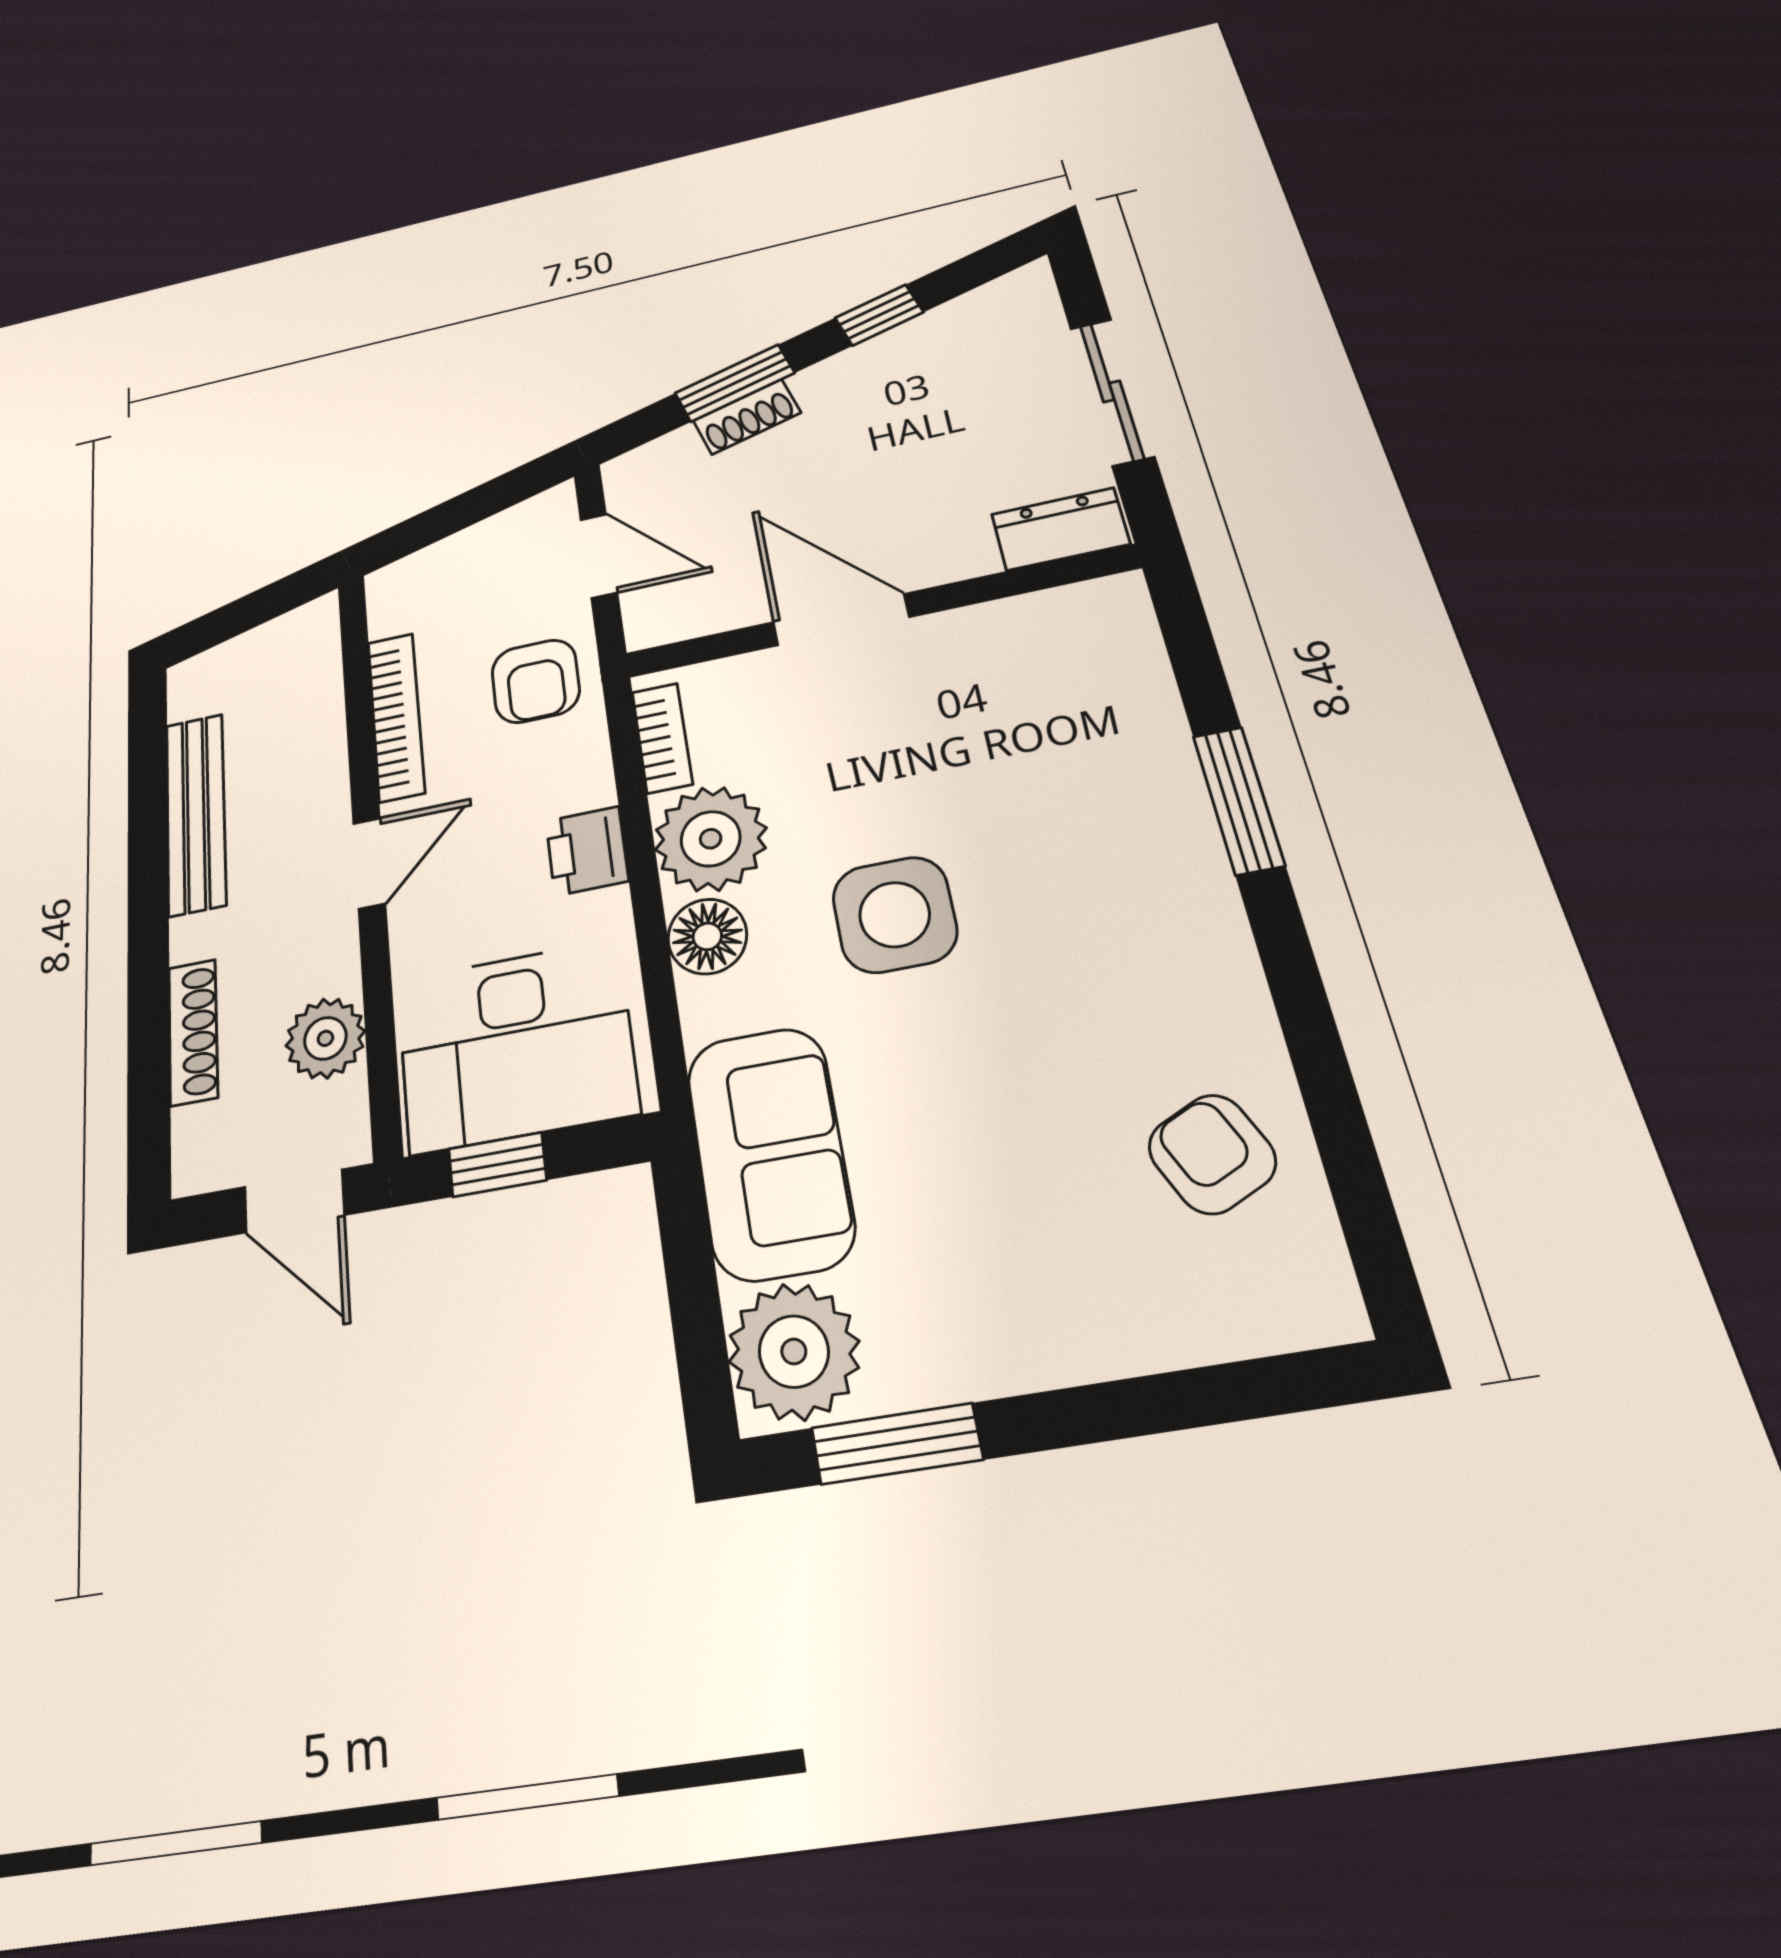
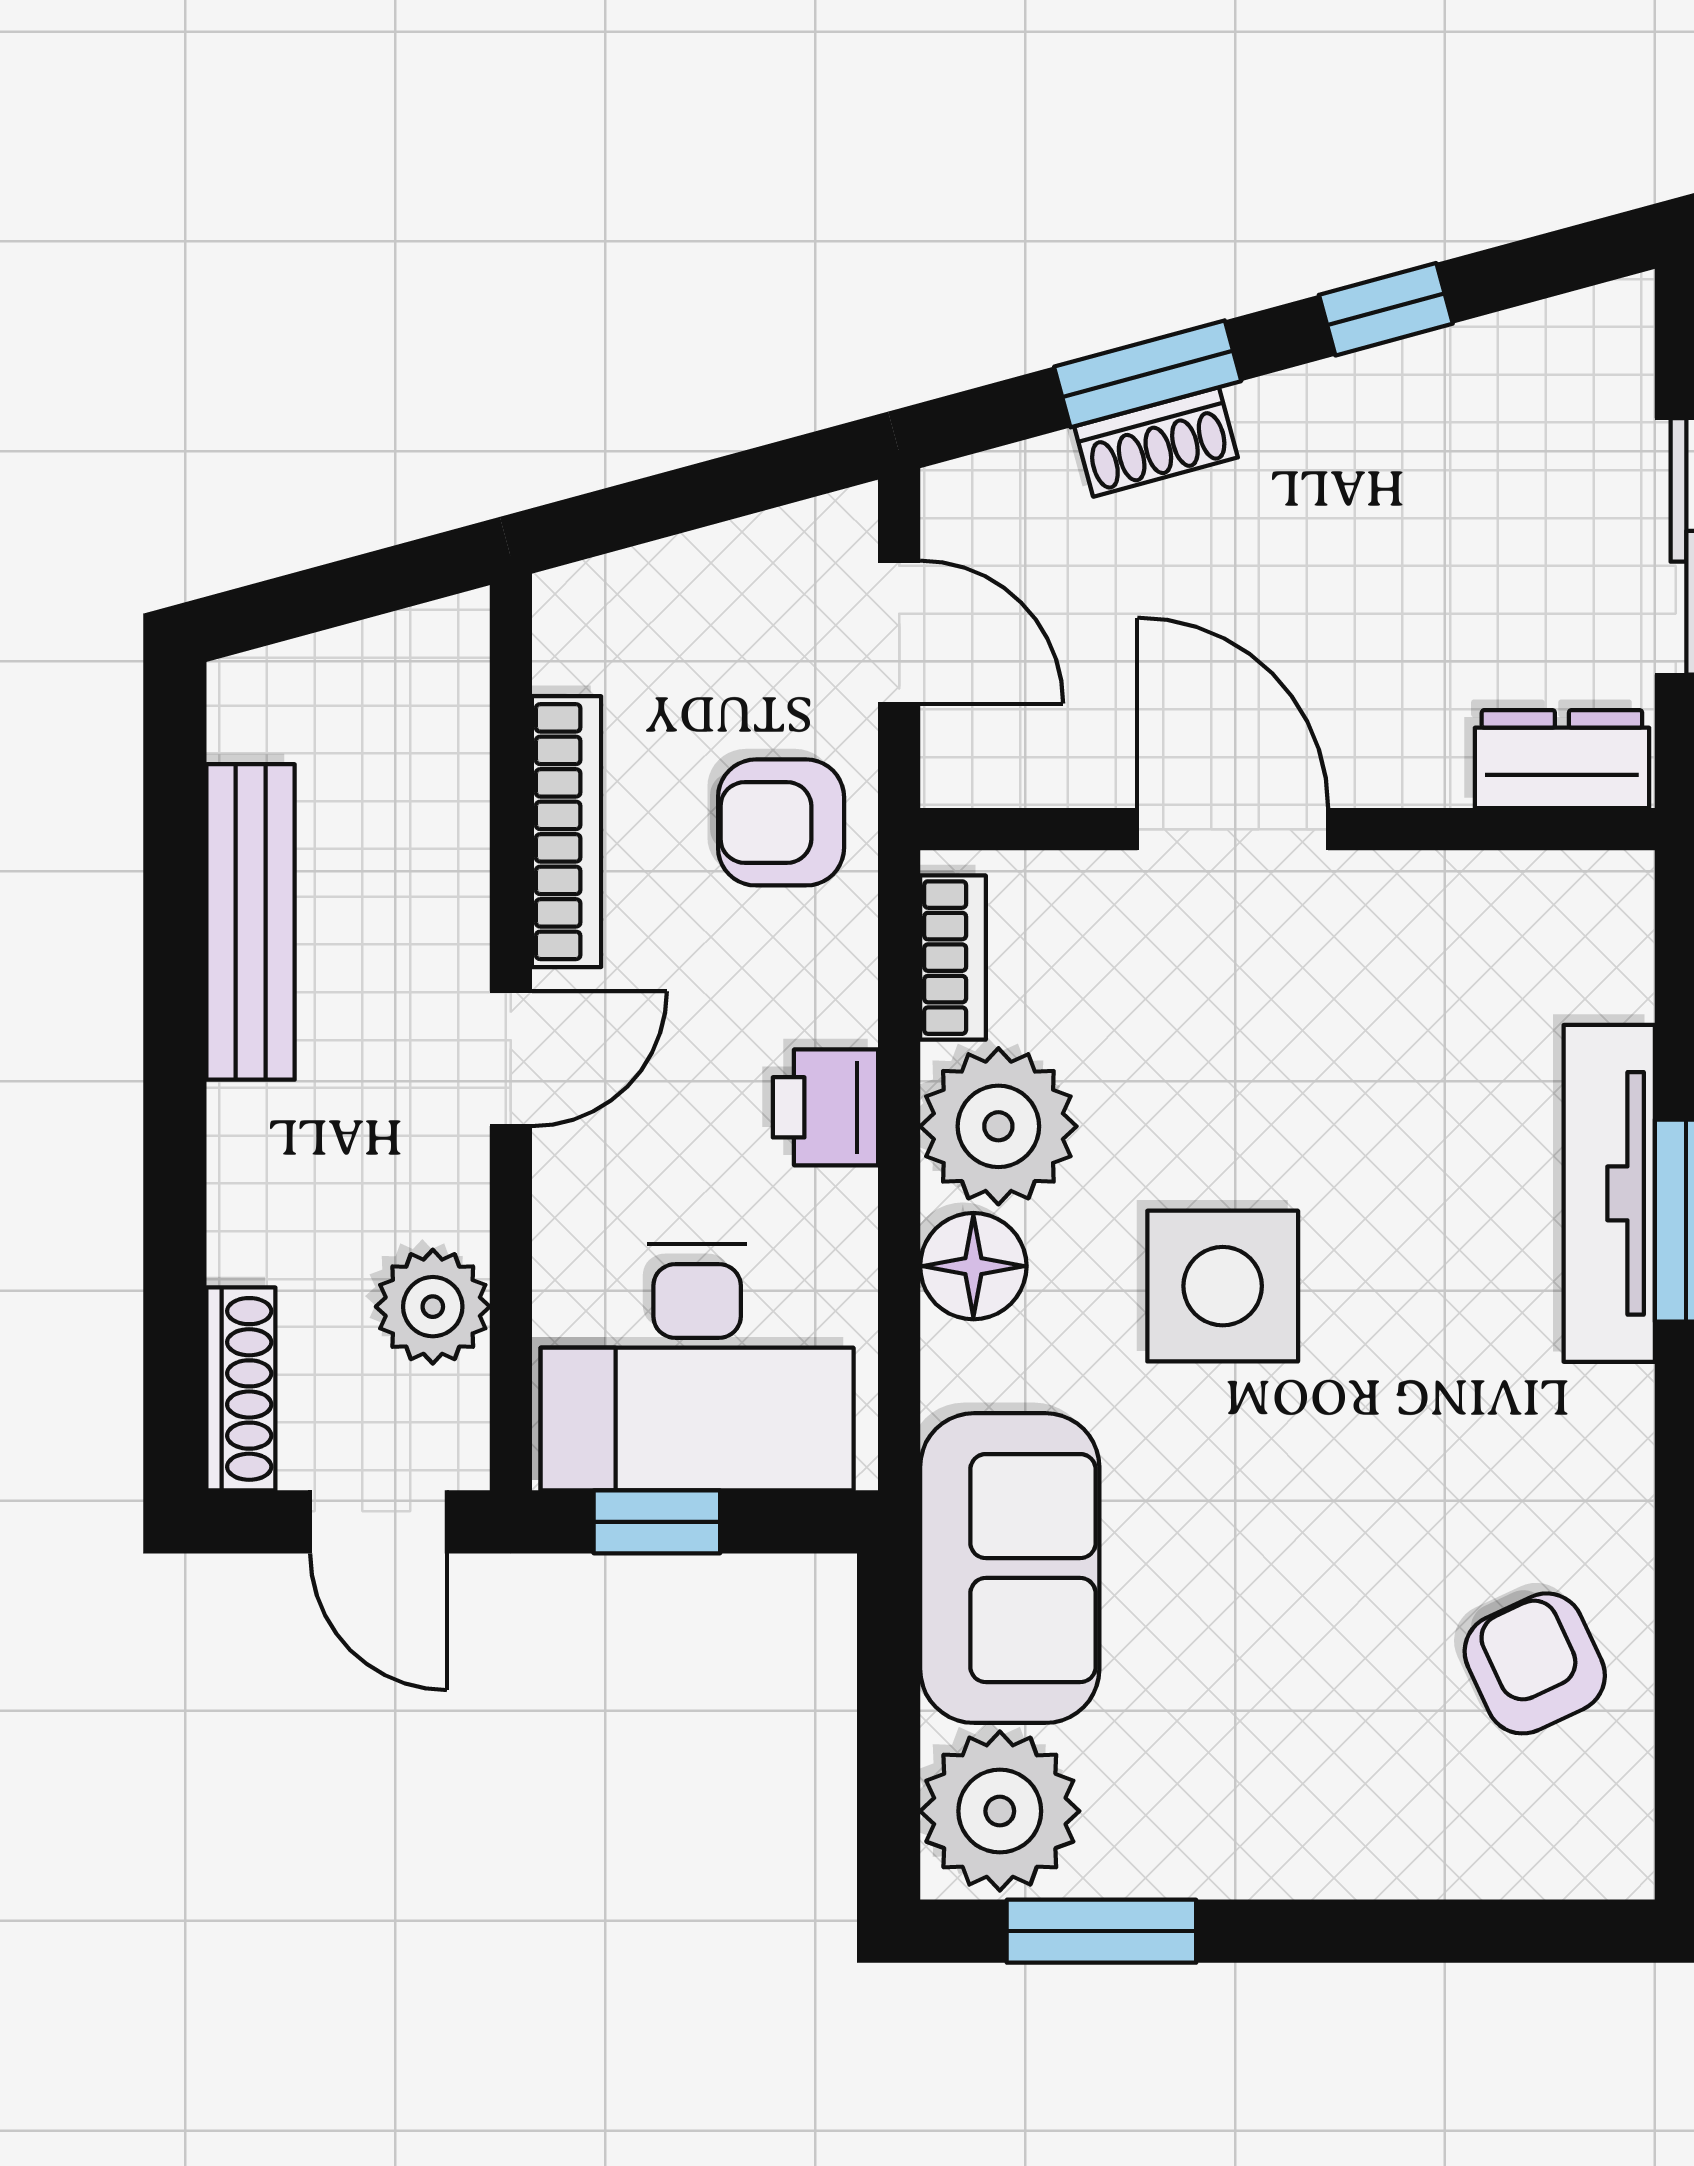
armchair: (536, 681) -> (781, 822), turned 90
tv unit: (1173, 793) -> (1609, 1193), added
shoe rack: (193, 1032) -> (241, 1389), moved

